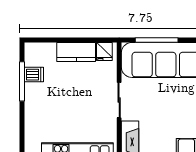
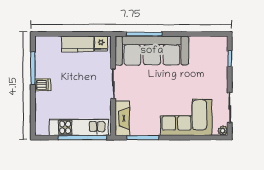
dishwasher: (34, 75) -> (43, 85), moved

